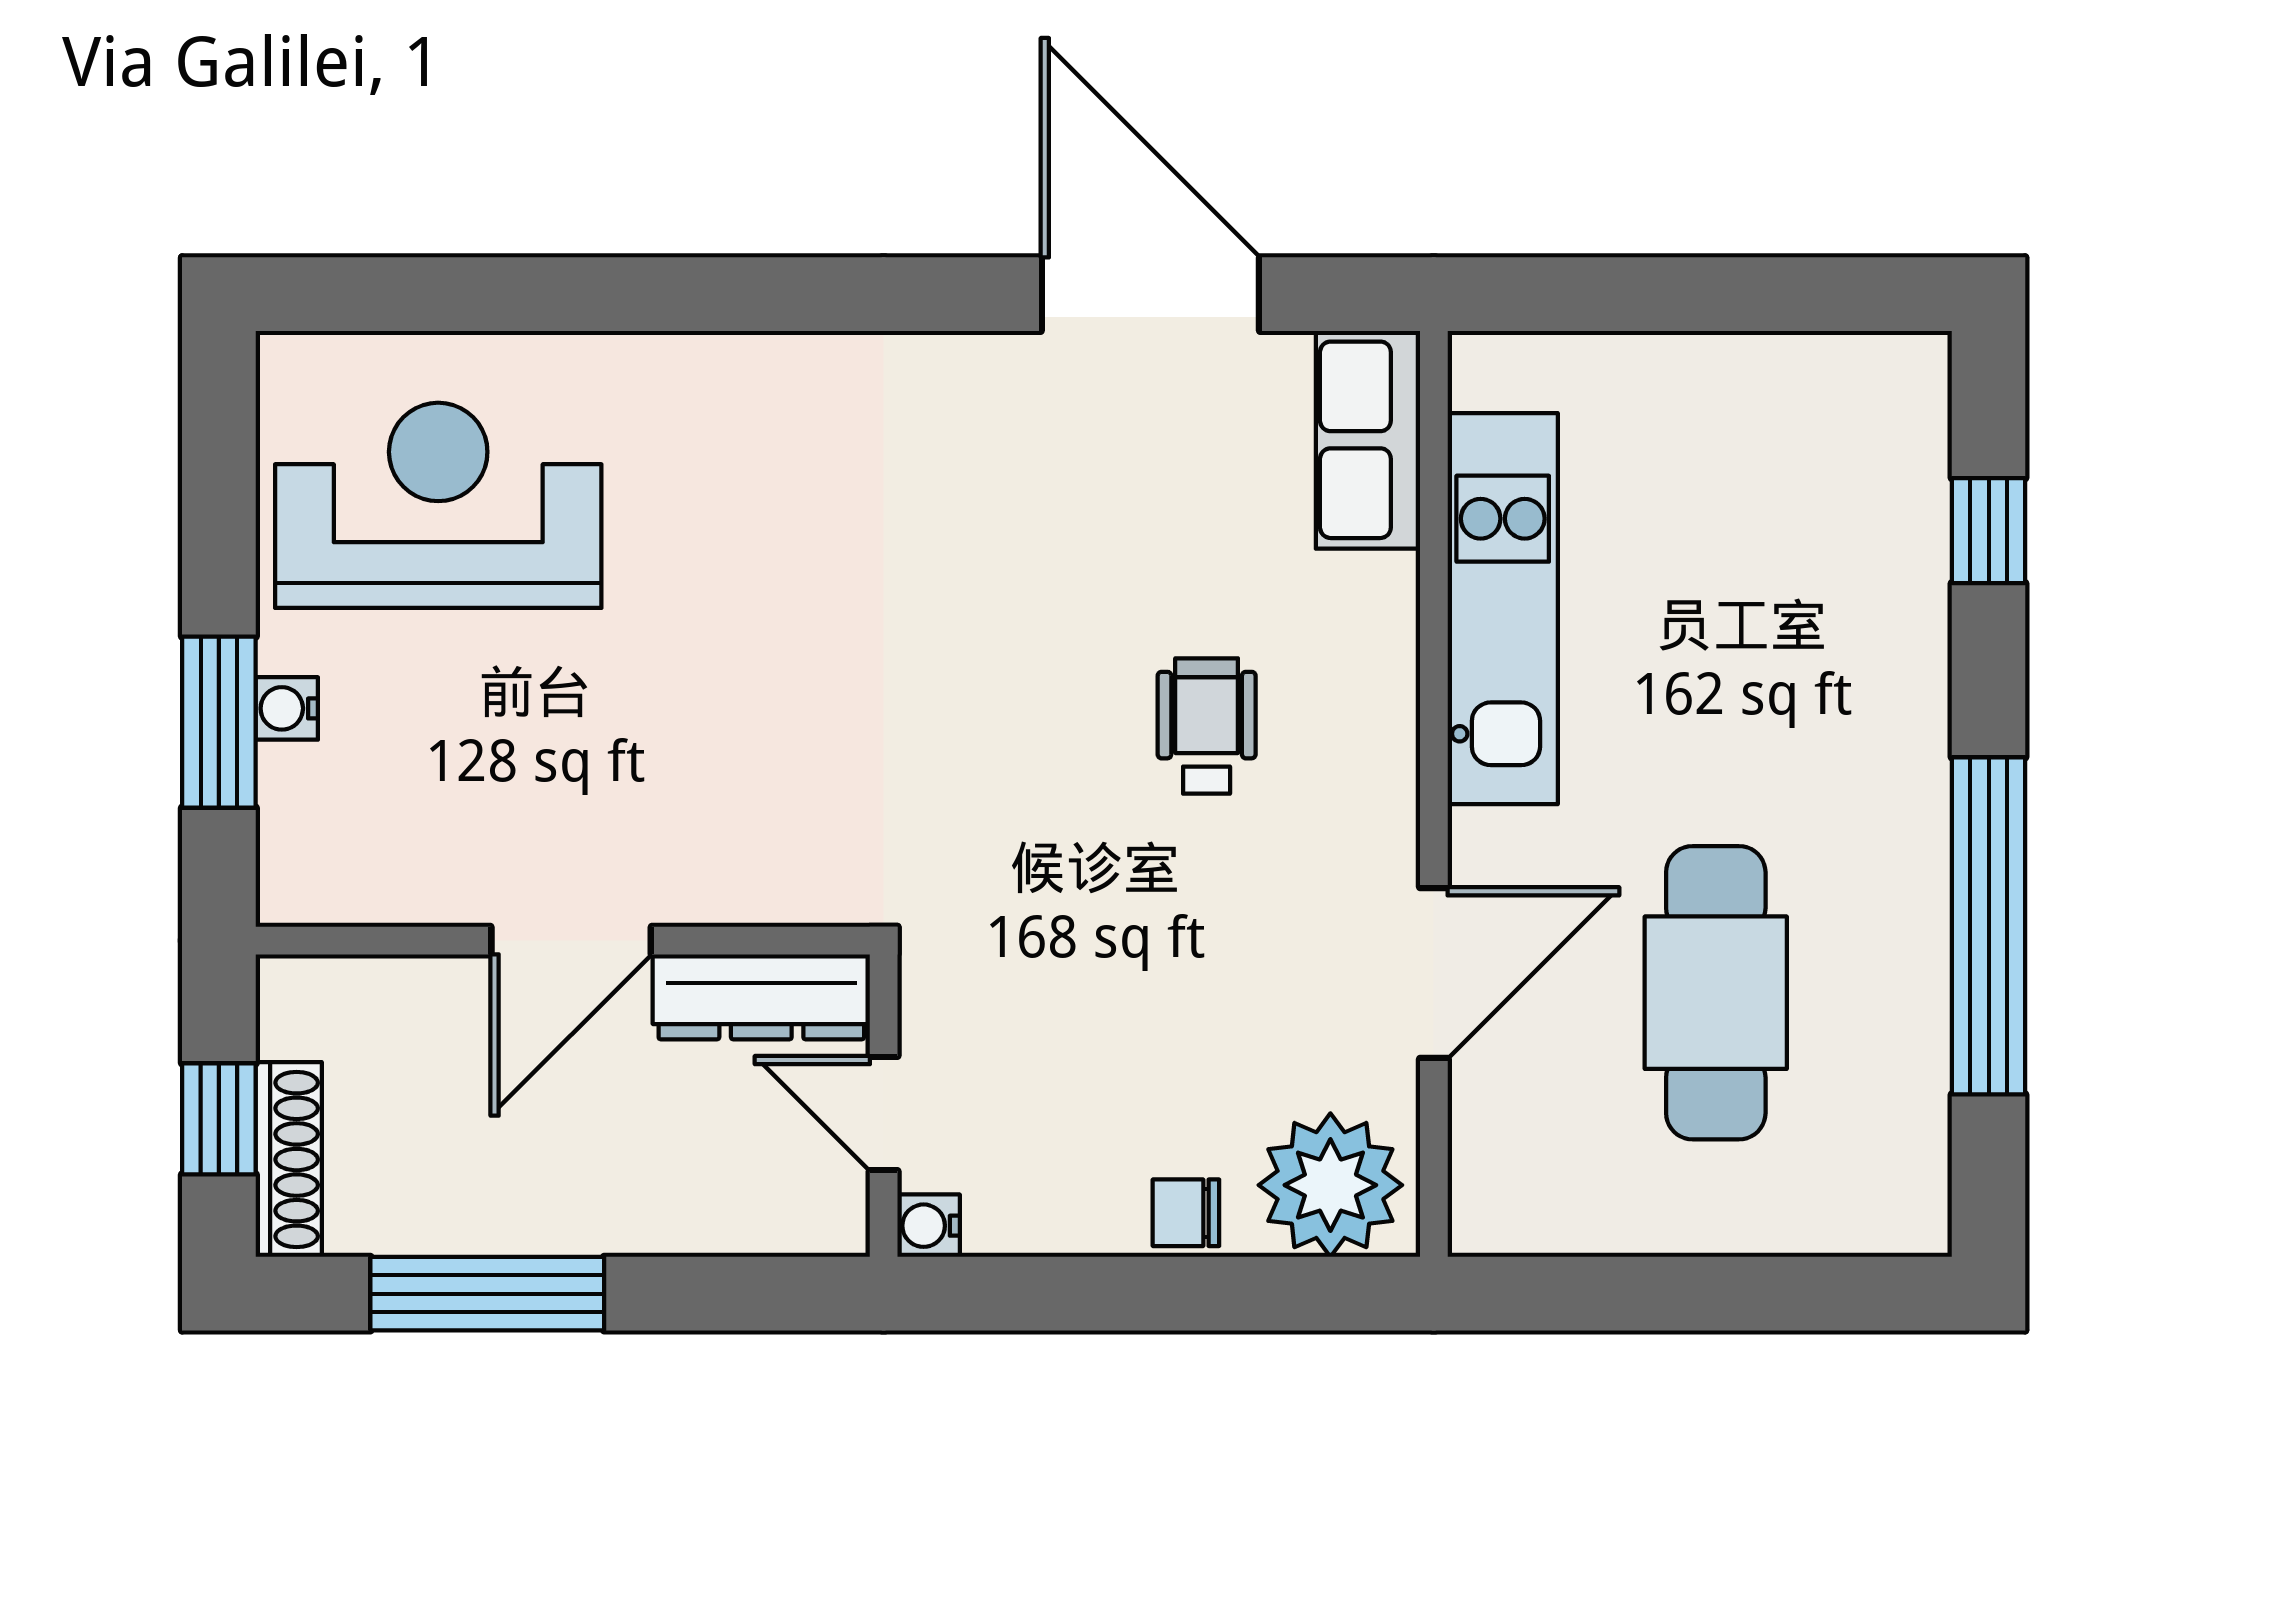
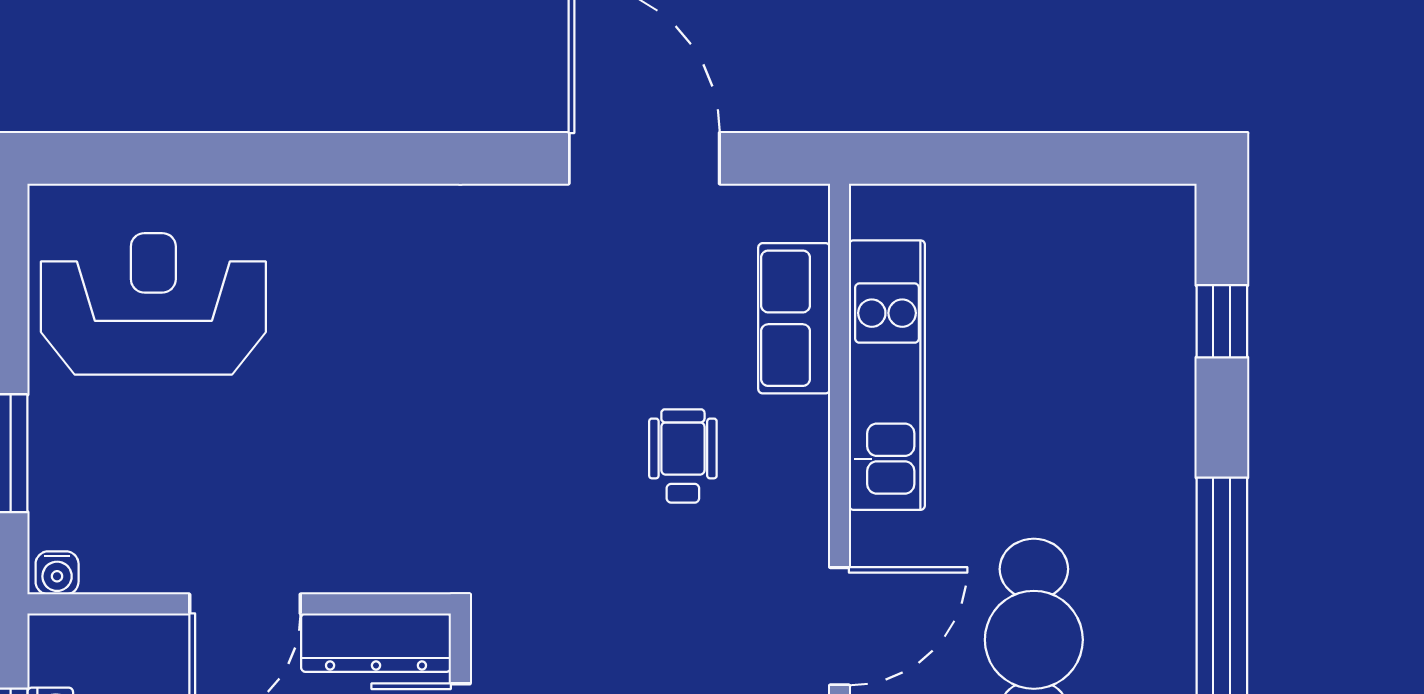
row of seats: (1368, 440) -> (794, 318), moved
water cooler: (287, 708) -> (57, 573), moved, turned -90

